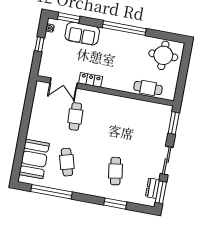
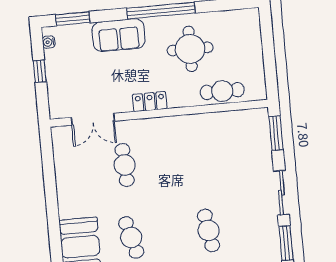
sofa: (82, 34) -> (119, 35), moved
round table: (163, 55) -> (190, 49), moved
locker: (91, 80) -> (150, 102), moved
dresser: (153, 188) -> (272, 241), removed

